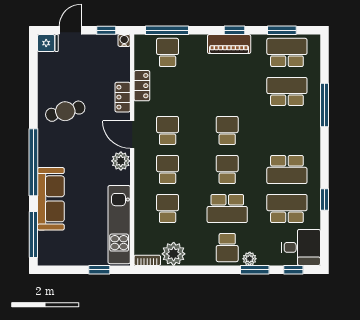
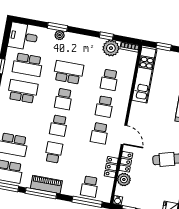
window: (234, 30) -> (41, 193), width x2.17
plant: (121, 161) -> (124, 180), moved
school desk: (227, 248) -> (54, 152), moved
window: (293, 270) -> (106, 36), moved

